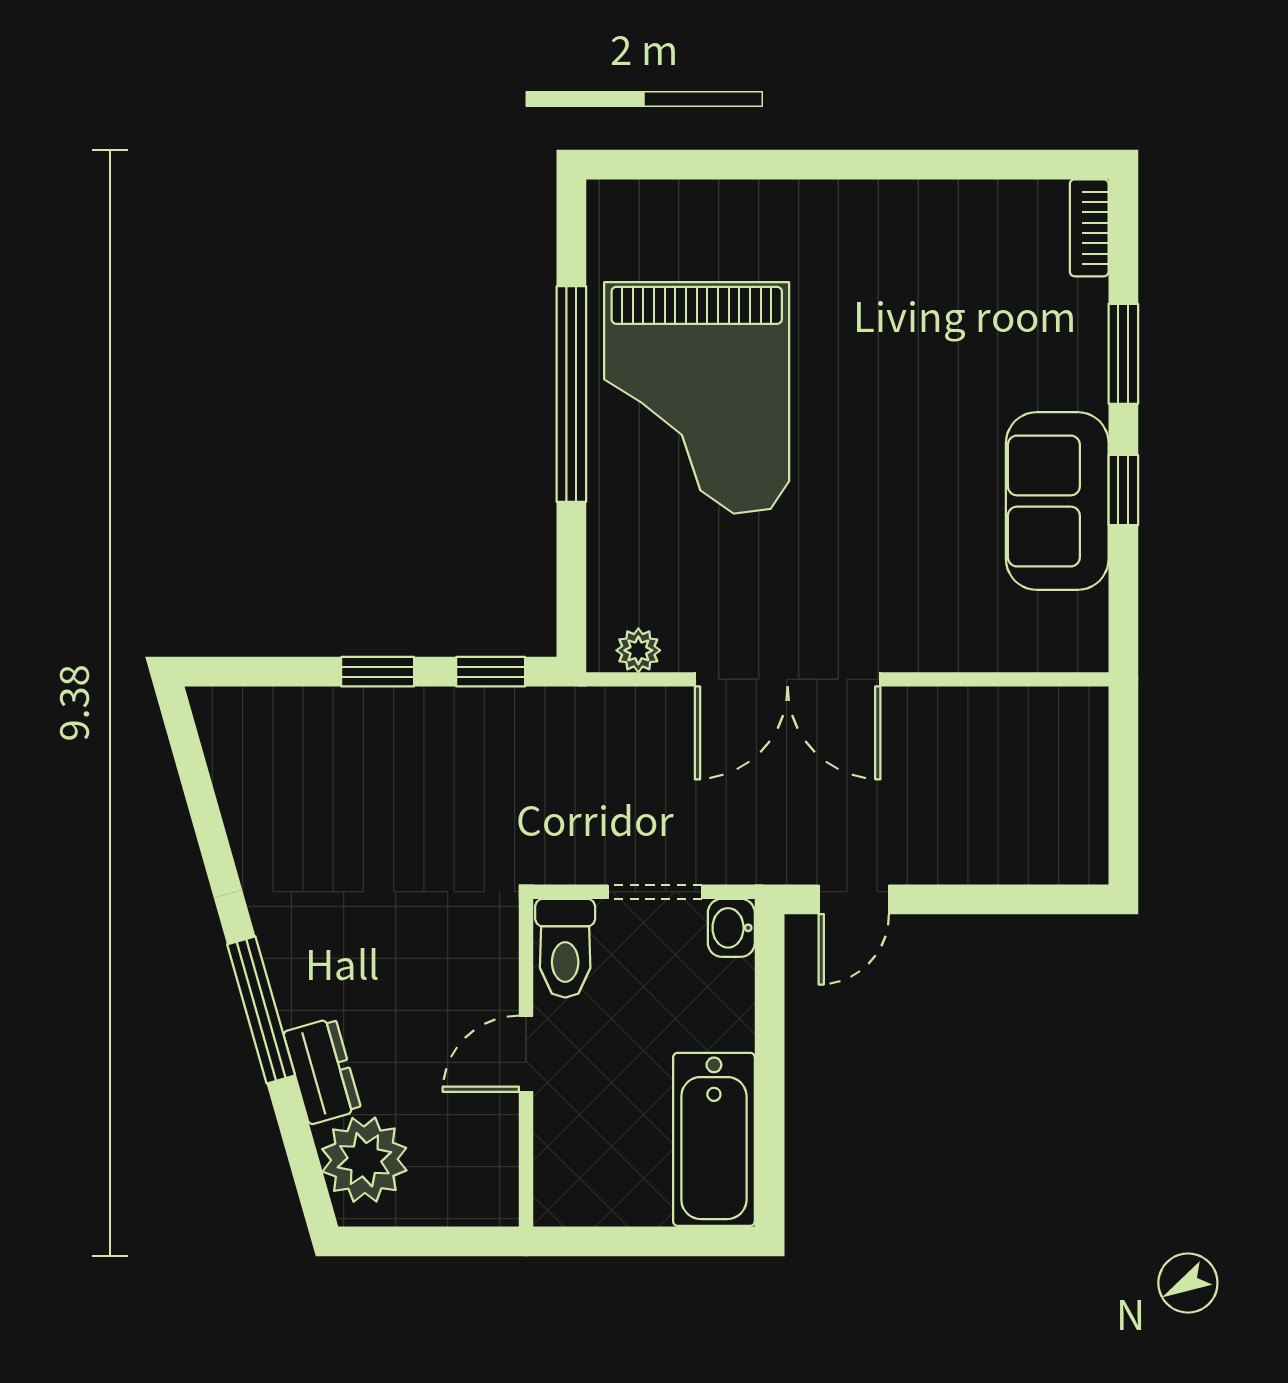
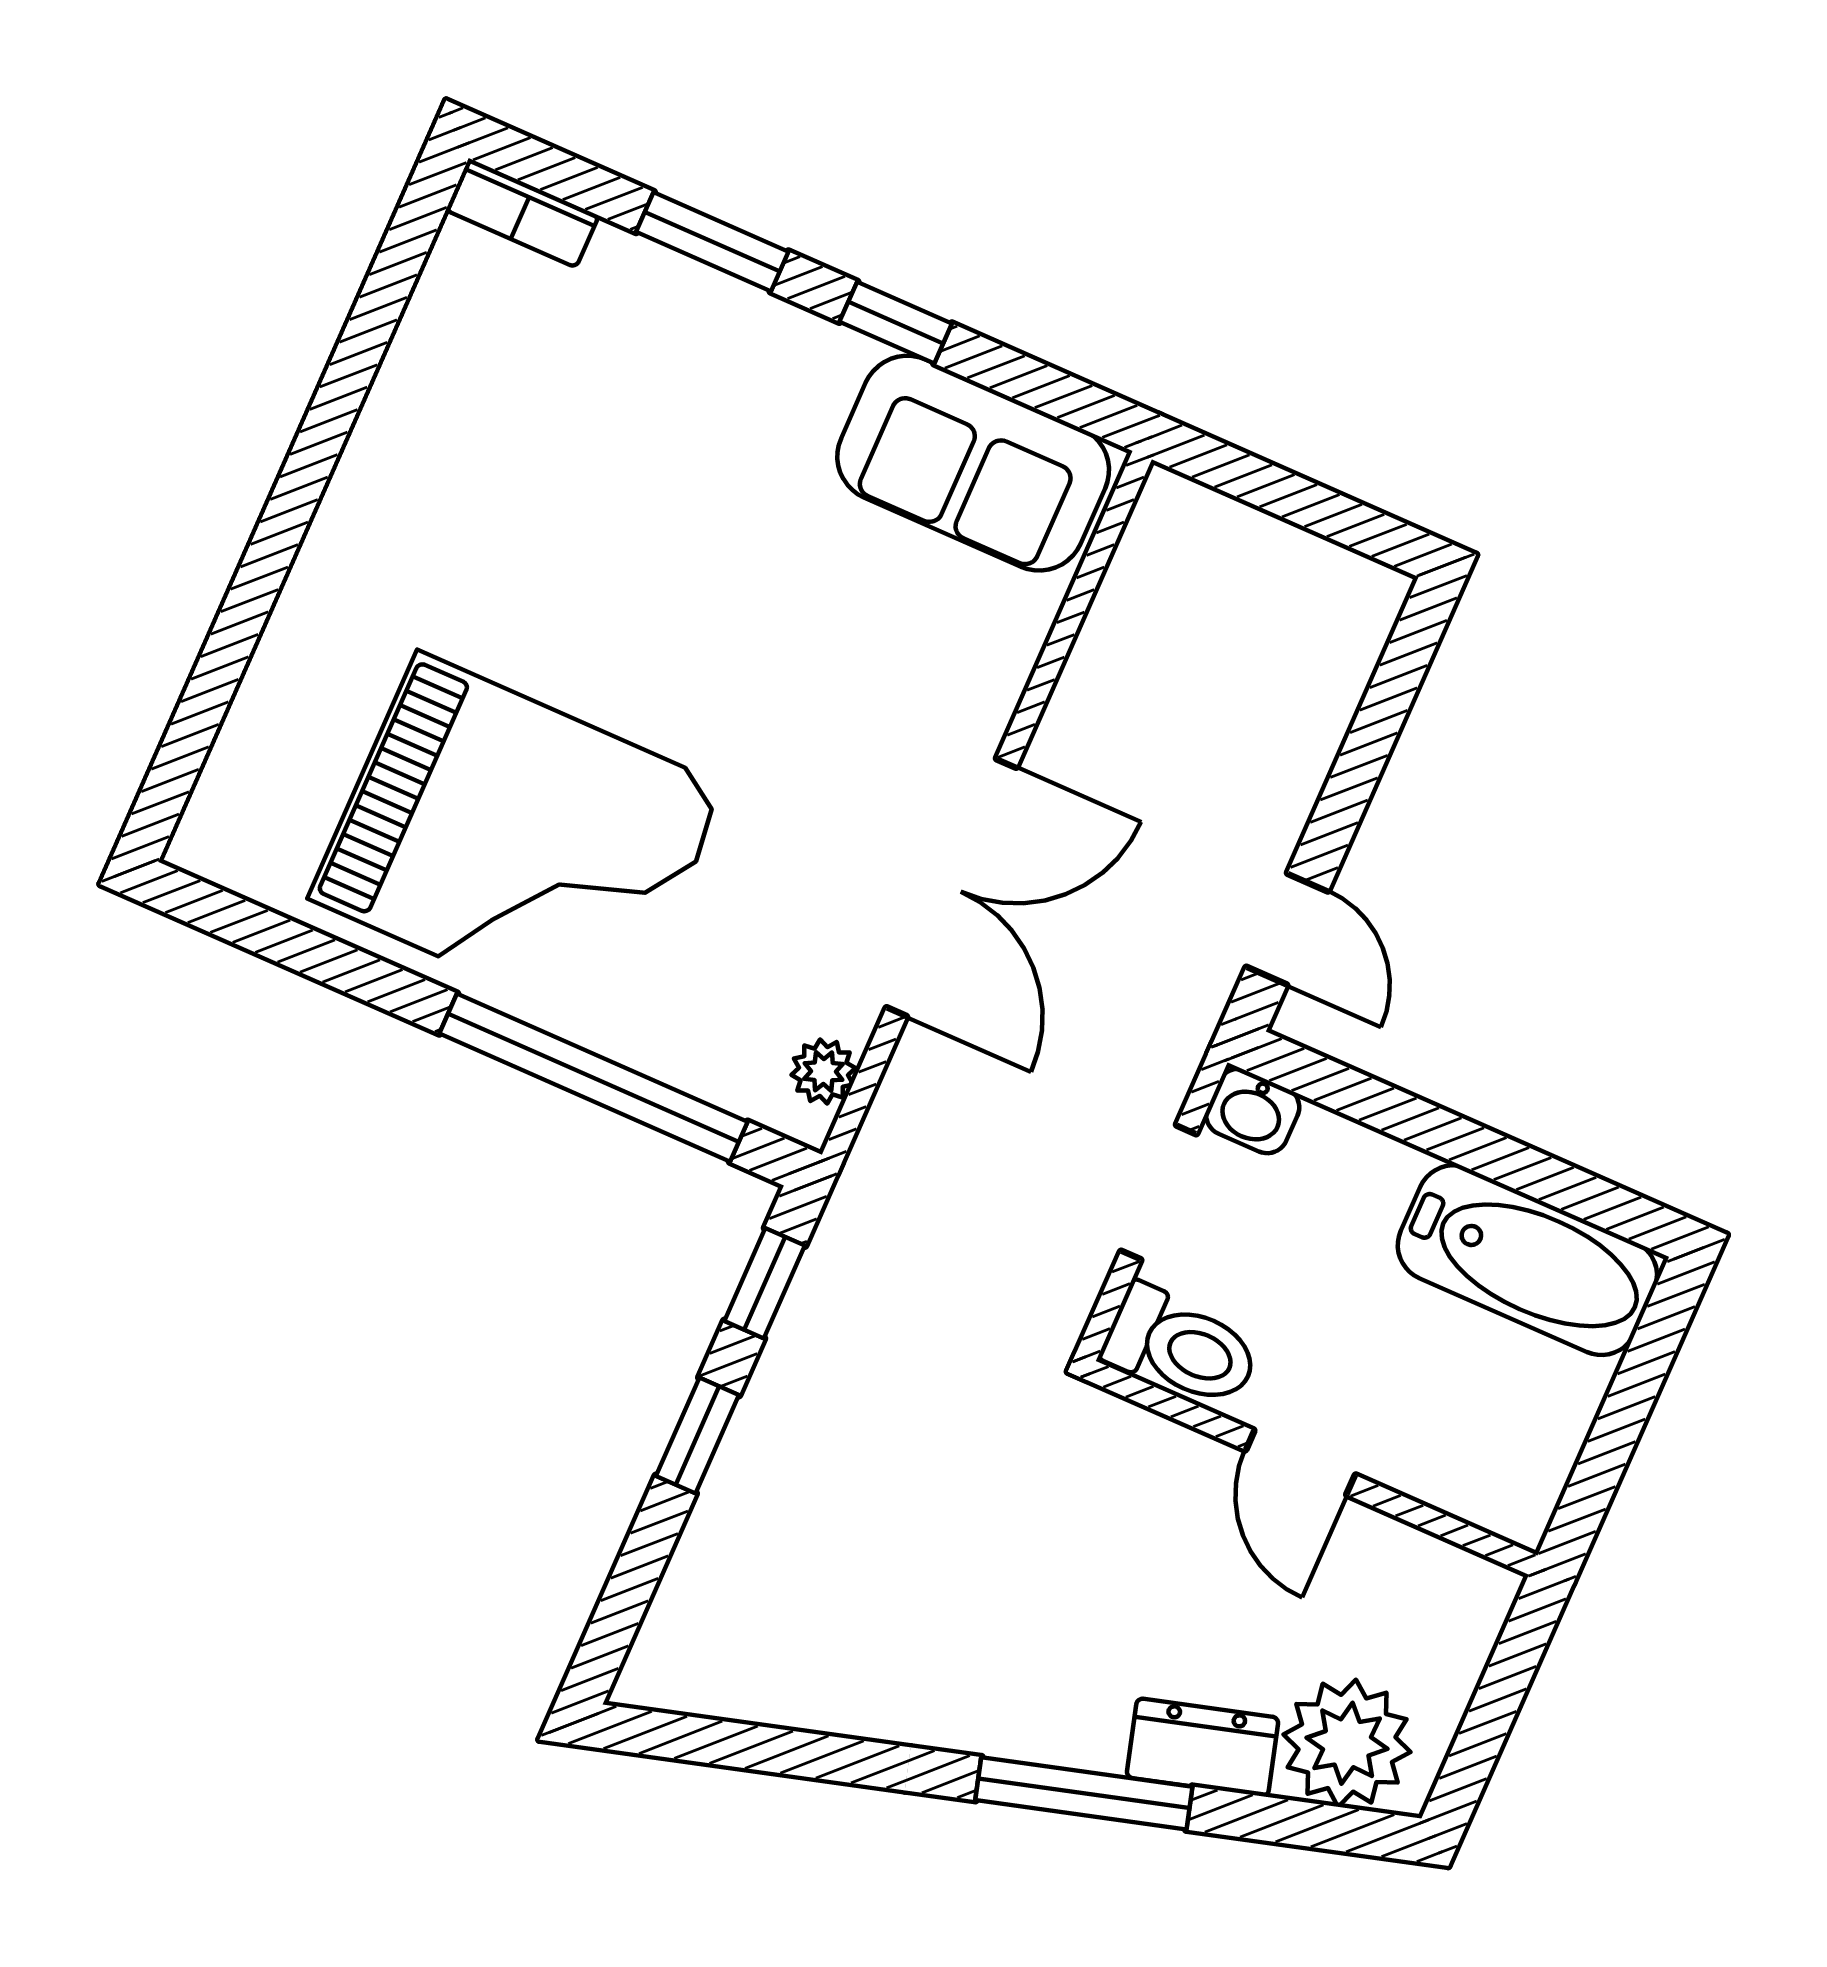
window: (571, 394) -> (593, 1078), moved
sofa: (1057, 501) -> (973, 463), moved

